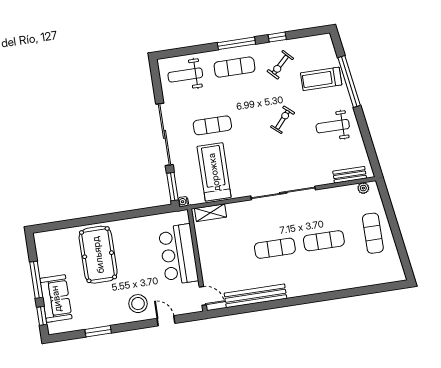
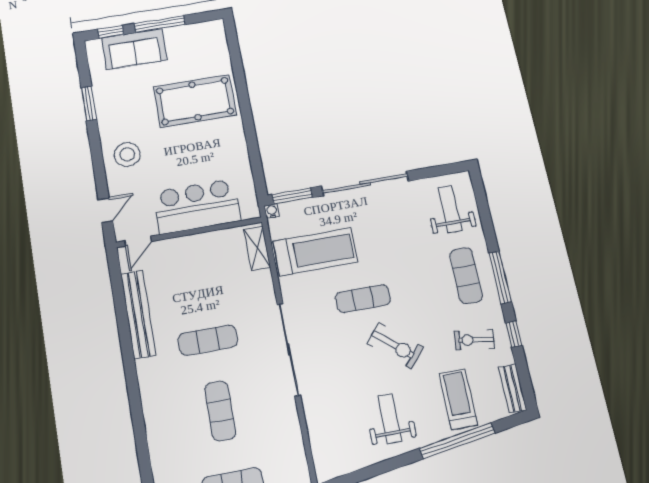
exercise bike: (280, 65) -> (474, 340), turned -38
exercise bike: (283, 120) -> (395, 345), width x1.38, depth x1.39
exercise mat: (212, 125) -> (363, 299), moved, turned 90
bench: (350, 175) -> (512, 388), moved
plant: (363, 188) -> (300, 467), removed
exercise mat: (275, 248) -> (208, 340), turned 90
door: (166, 321) -> (105, 210), moved

